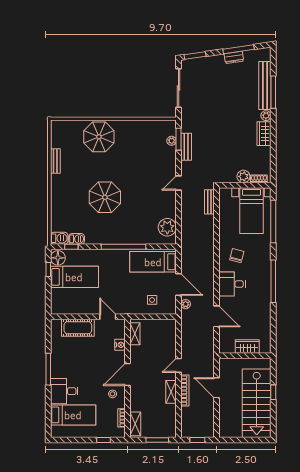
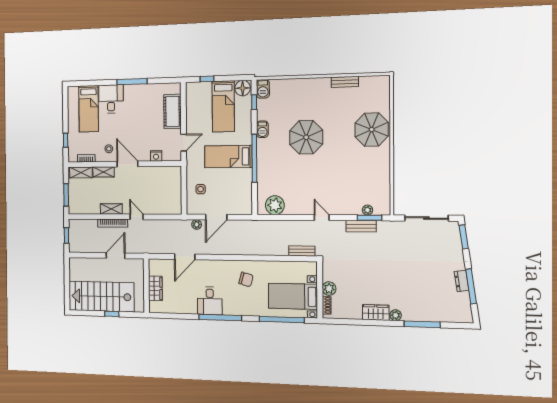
bench: (265, 86) -> (429, 315), removed
barbecue: (77, 239) -> (262, 129), moved
bed: (153, 262) -> (228, 157), moved, turned -90
window: (48, 270) -> (207, 79), moved
desk: (232, 284) -> (210, 301), moved, turned 180
shelving: (135, 334) -> (103, 172), moved

